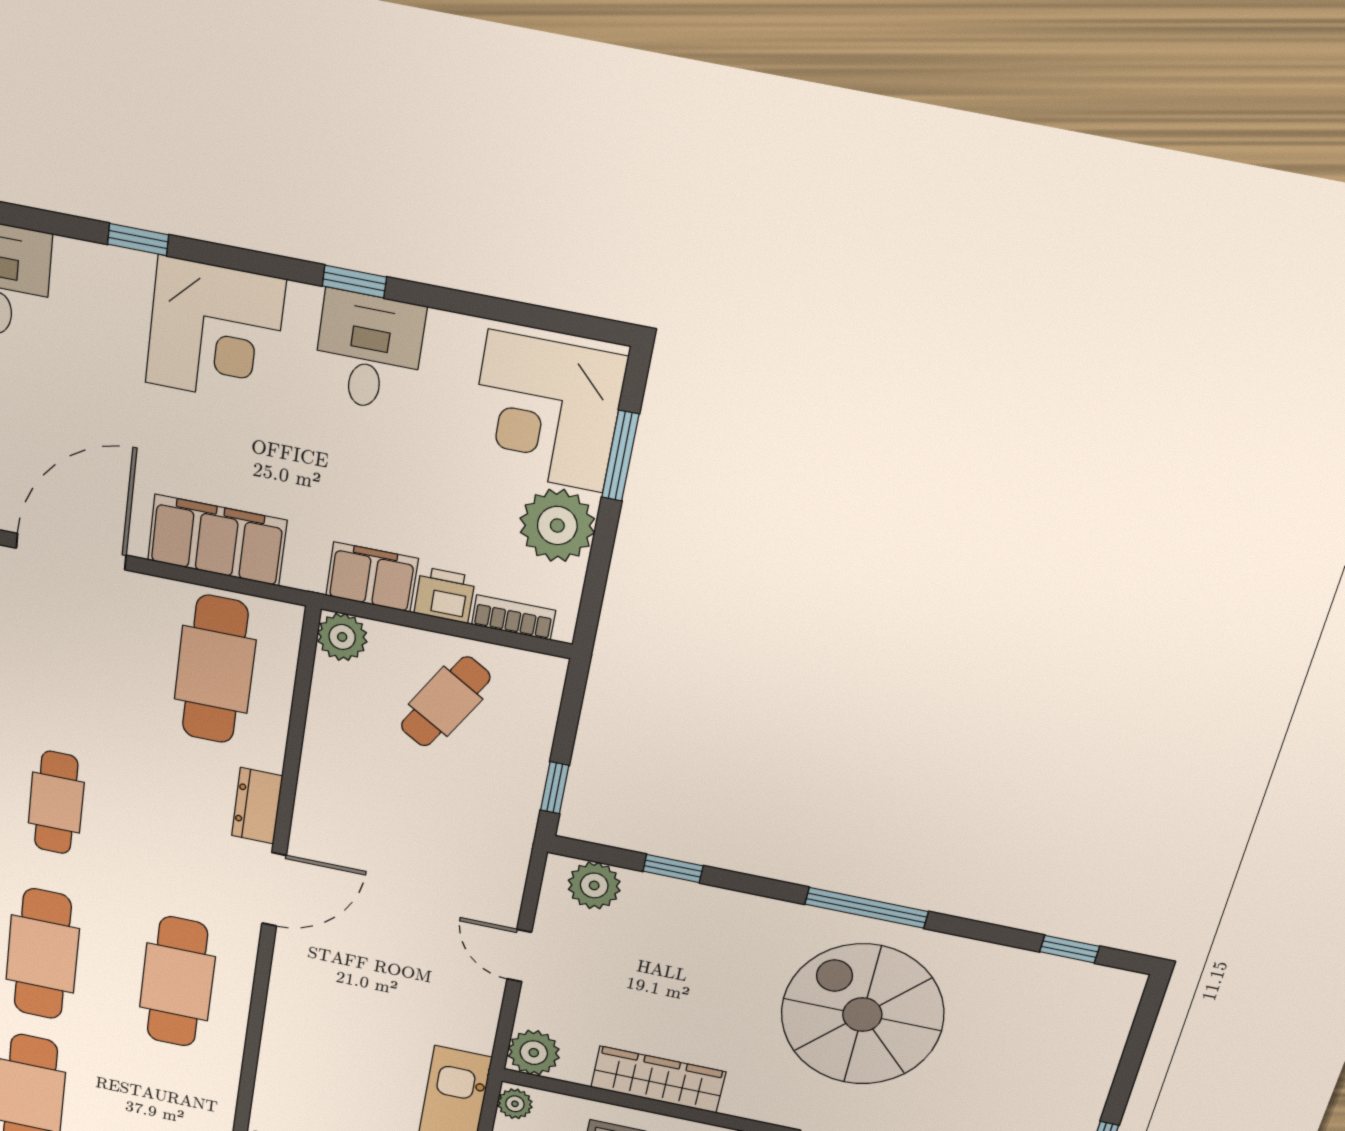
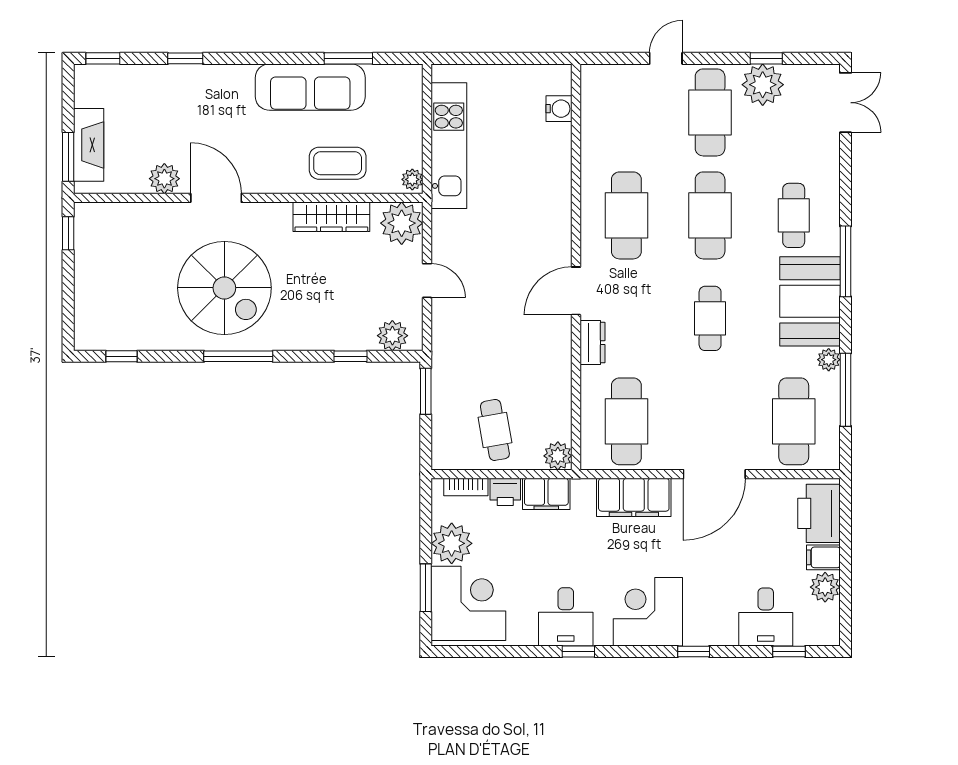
cafe table: (446, 702) -> (495, 430), turned -41
window: (555, 788) -> (426, 391), width x1.50
plant: (534, 1053) -> (402, 223), width x1.36, depth x1.36

